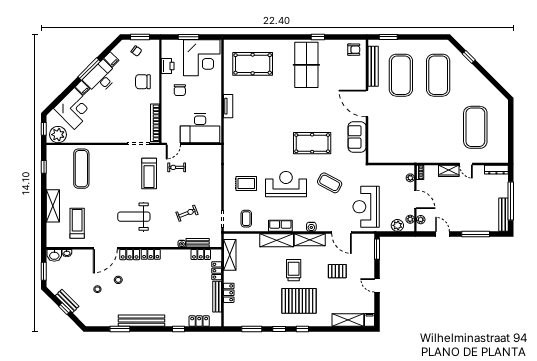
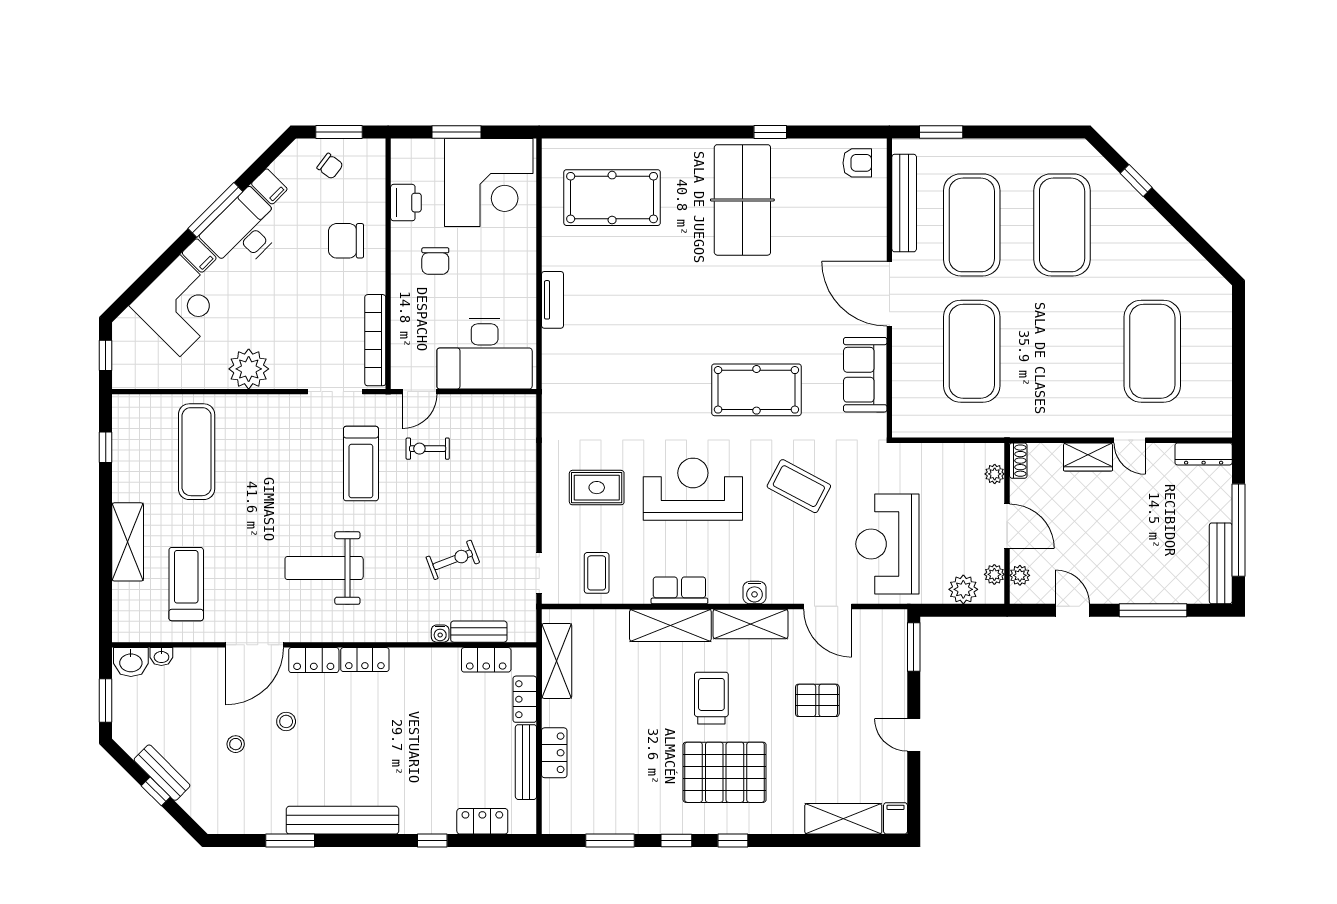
exercise mat: (401, 127) -> (972, 351), added
plant: (58, 135) -> (249, 369), moved

